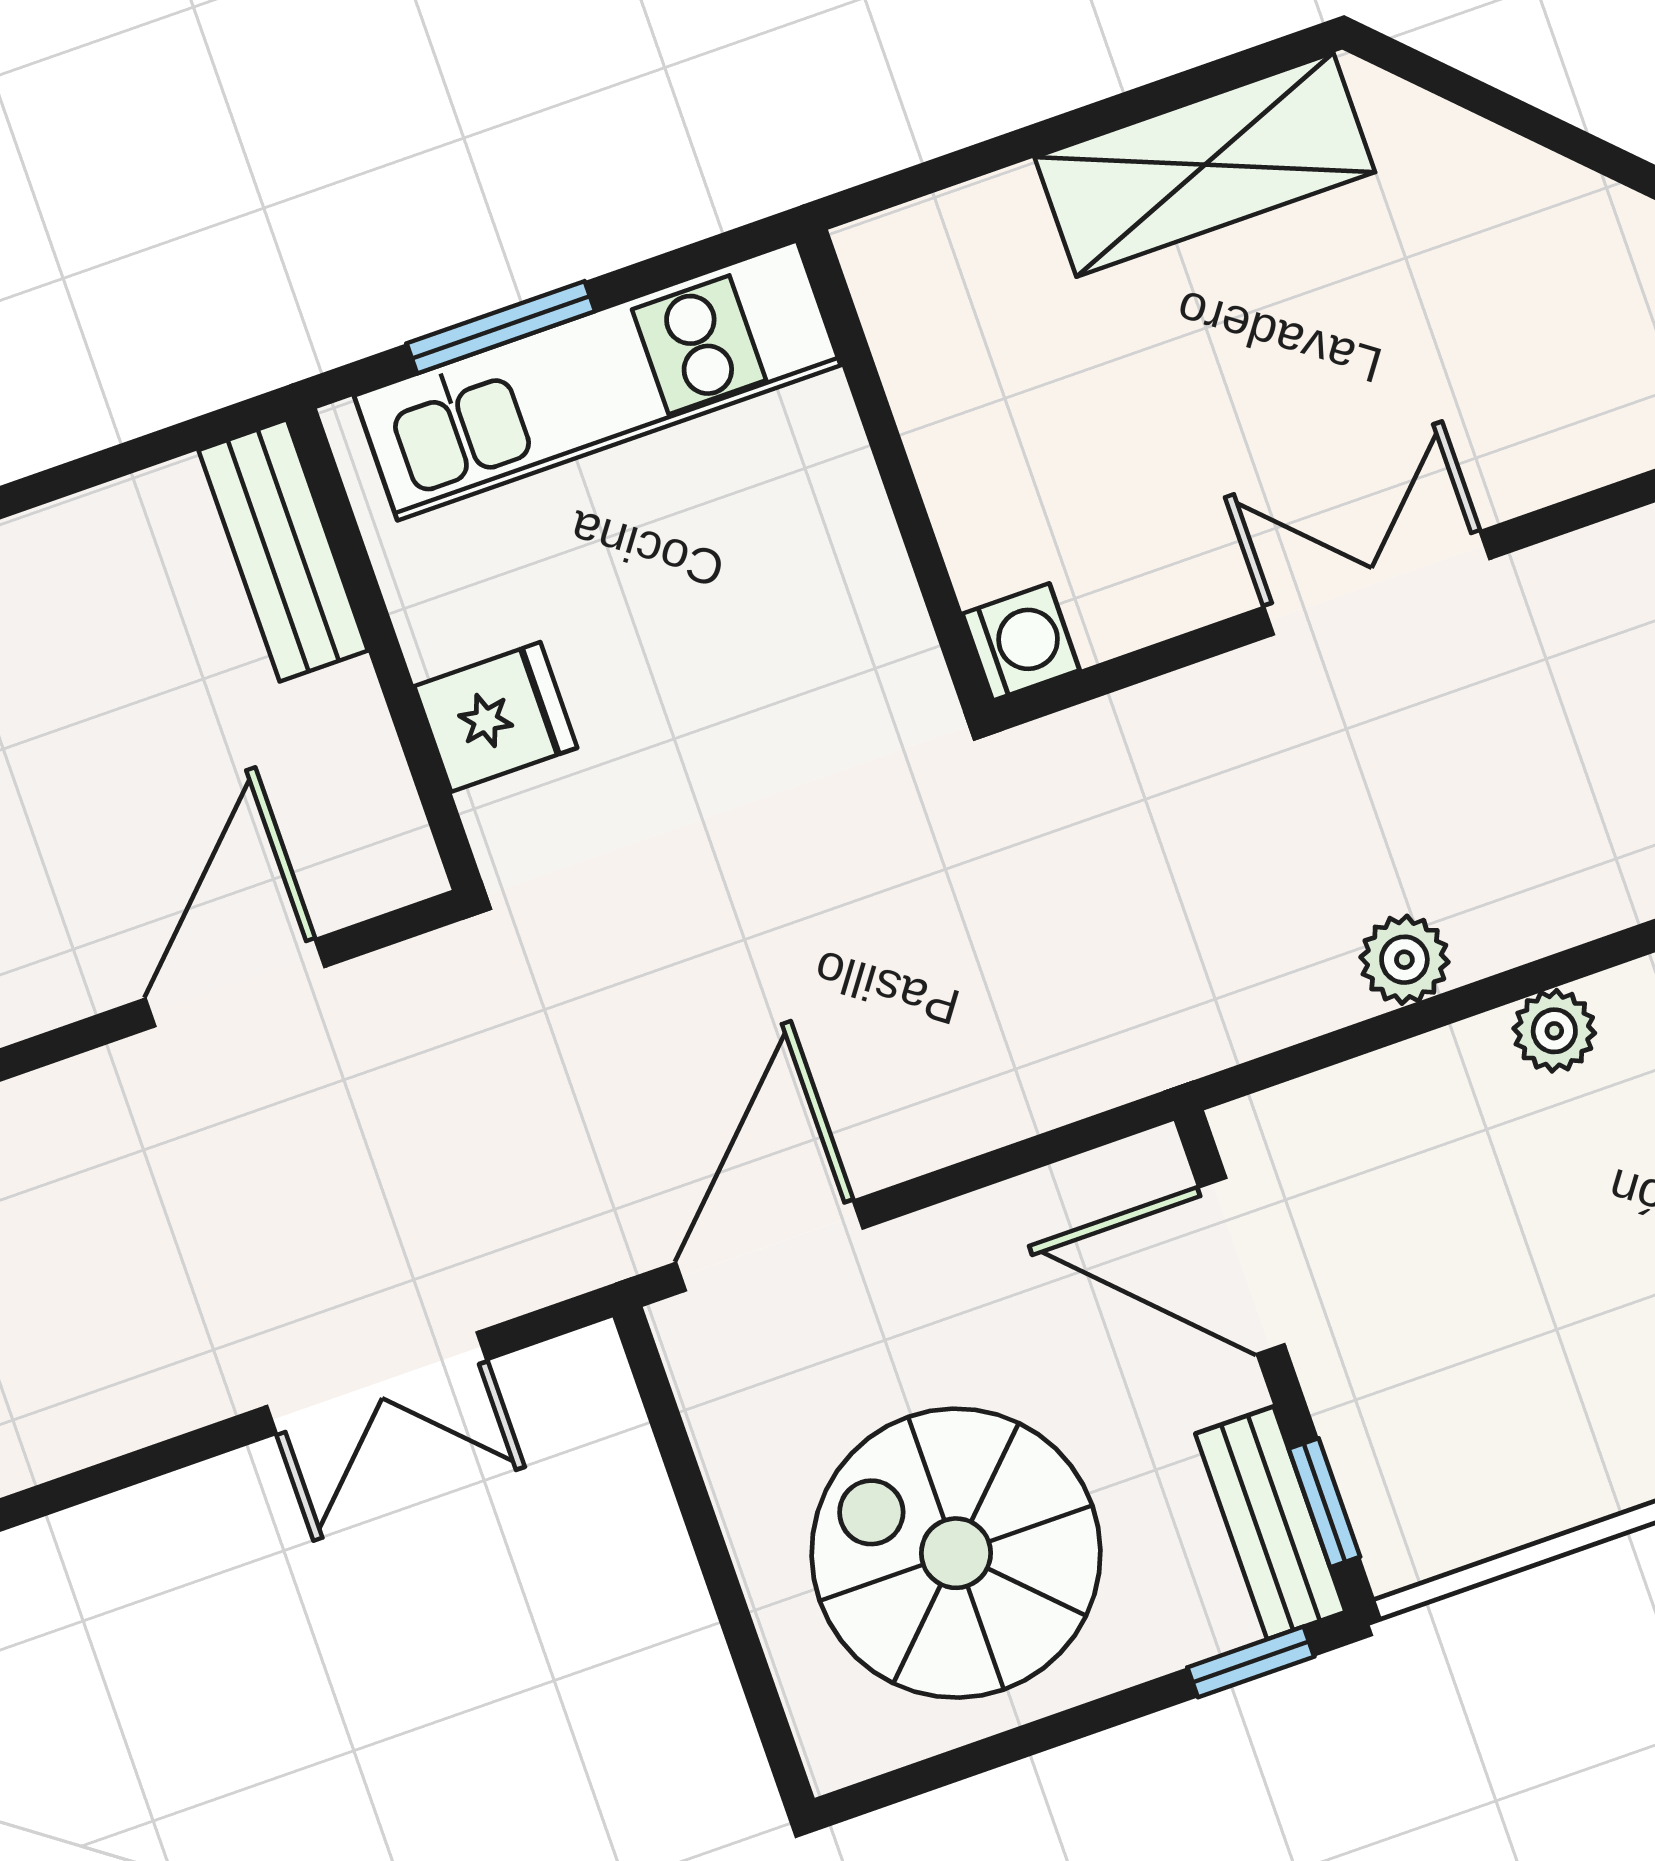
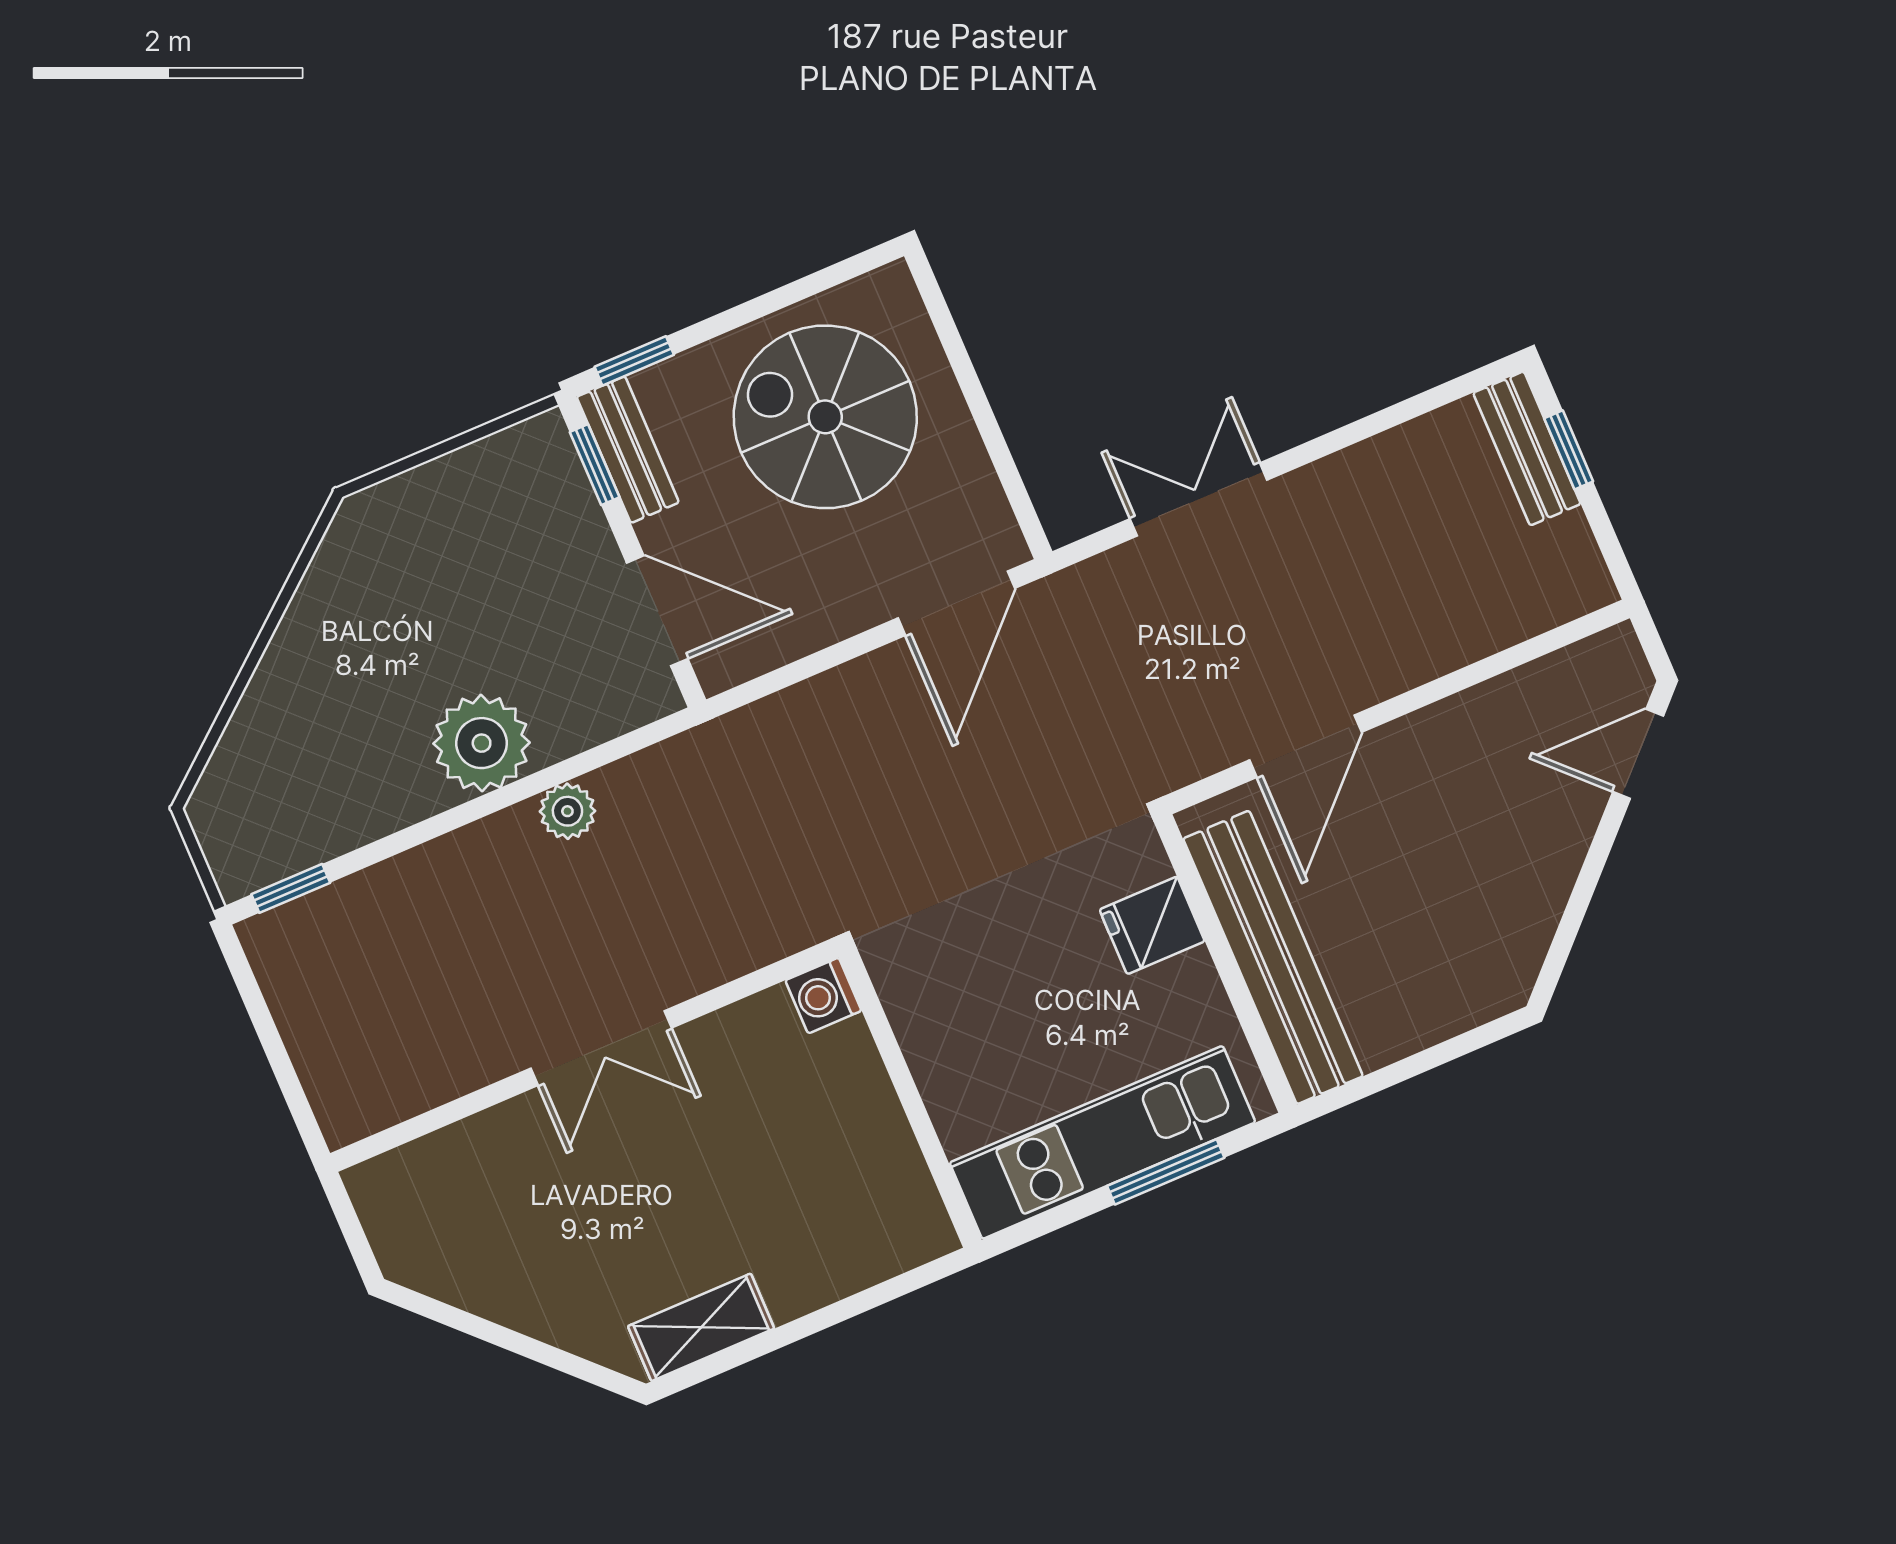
shelving: (1205, 165) -> (701, 1327), width x0.67, depth x0.75
bench: (283, 550) -> (1273, 957), width x1.86, depth x1.21
plant: (1554, 1031) -> (482, 743), width x1.88, depth x1.88
spiral stairs: (956, 1553) -> (825, 417), turned 180

